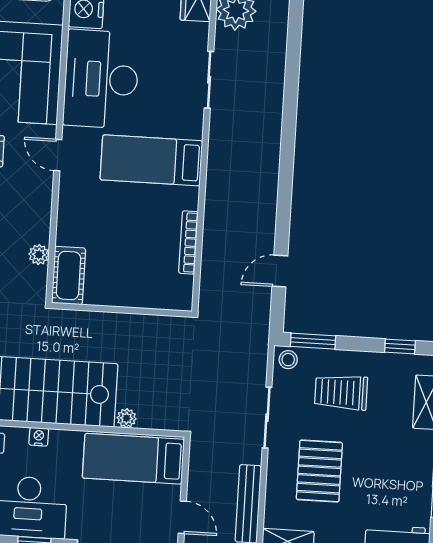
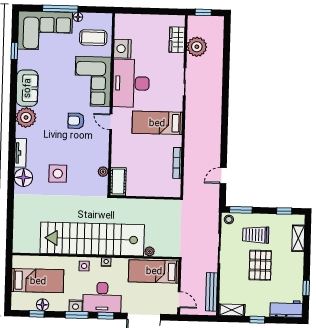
pallet: (319, 471) -> (260, 265), moved

